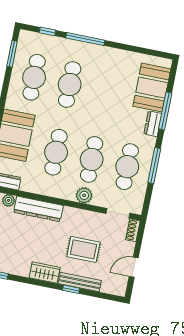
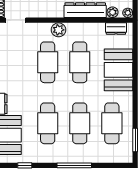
window: (47, 31) -> (25, 165), moved
cafe table: (127, 167) -> (48, 123), moved
plant: (84, 195) -> (59, 30), moved

